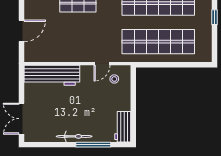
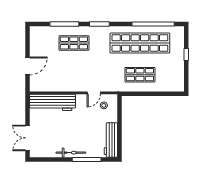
shop shelf: (158, 42) -> (140, 75), width x0.50, depth x0.74
workbench: (123, 127) -> (111, 140), width x1.38

